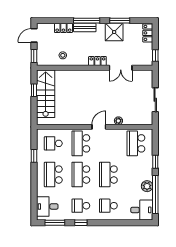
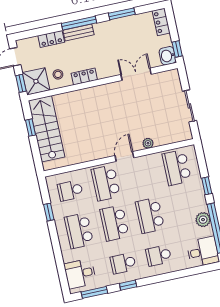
shower: (114, 32) -> (36, 81), moved
washbasin: (147, 59) -> (168, 56), added
locker: (97, 61) -> (84, 76), moved
double door: (121, 68) -> (136, 74), swing flipped

